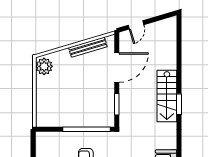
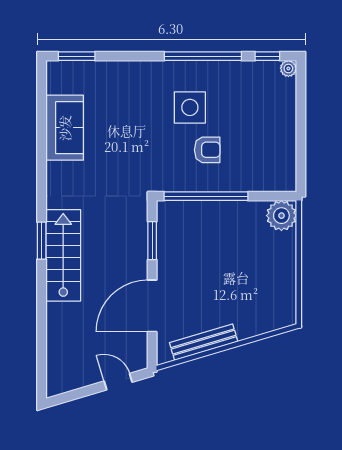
door: (136, 25) -> (118, 382), hinge flipped
plant: (44, 66) -> (281, 216), moved

